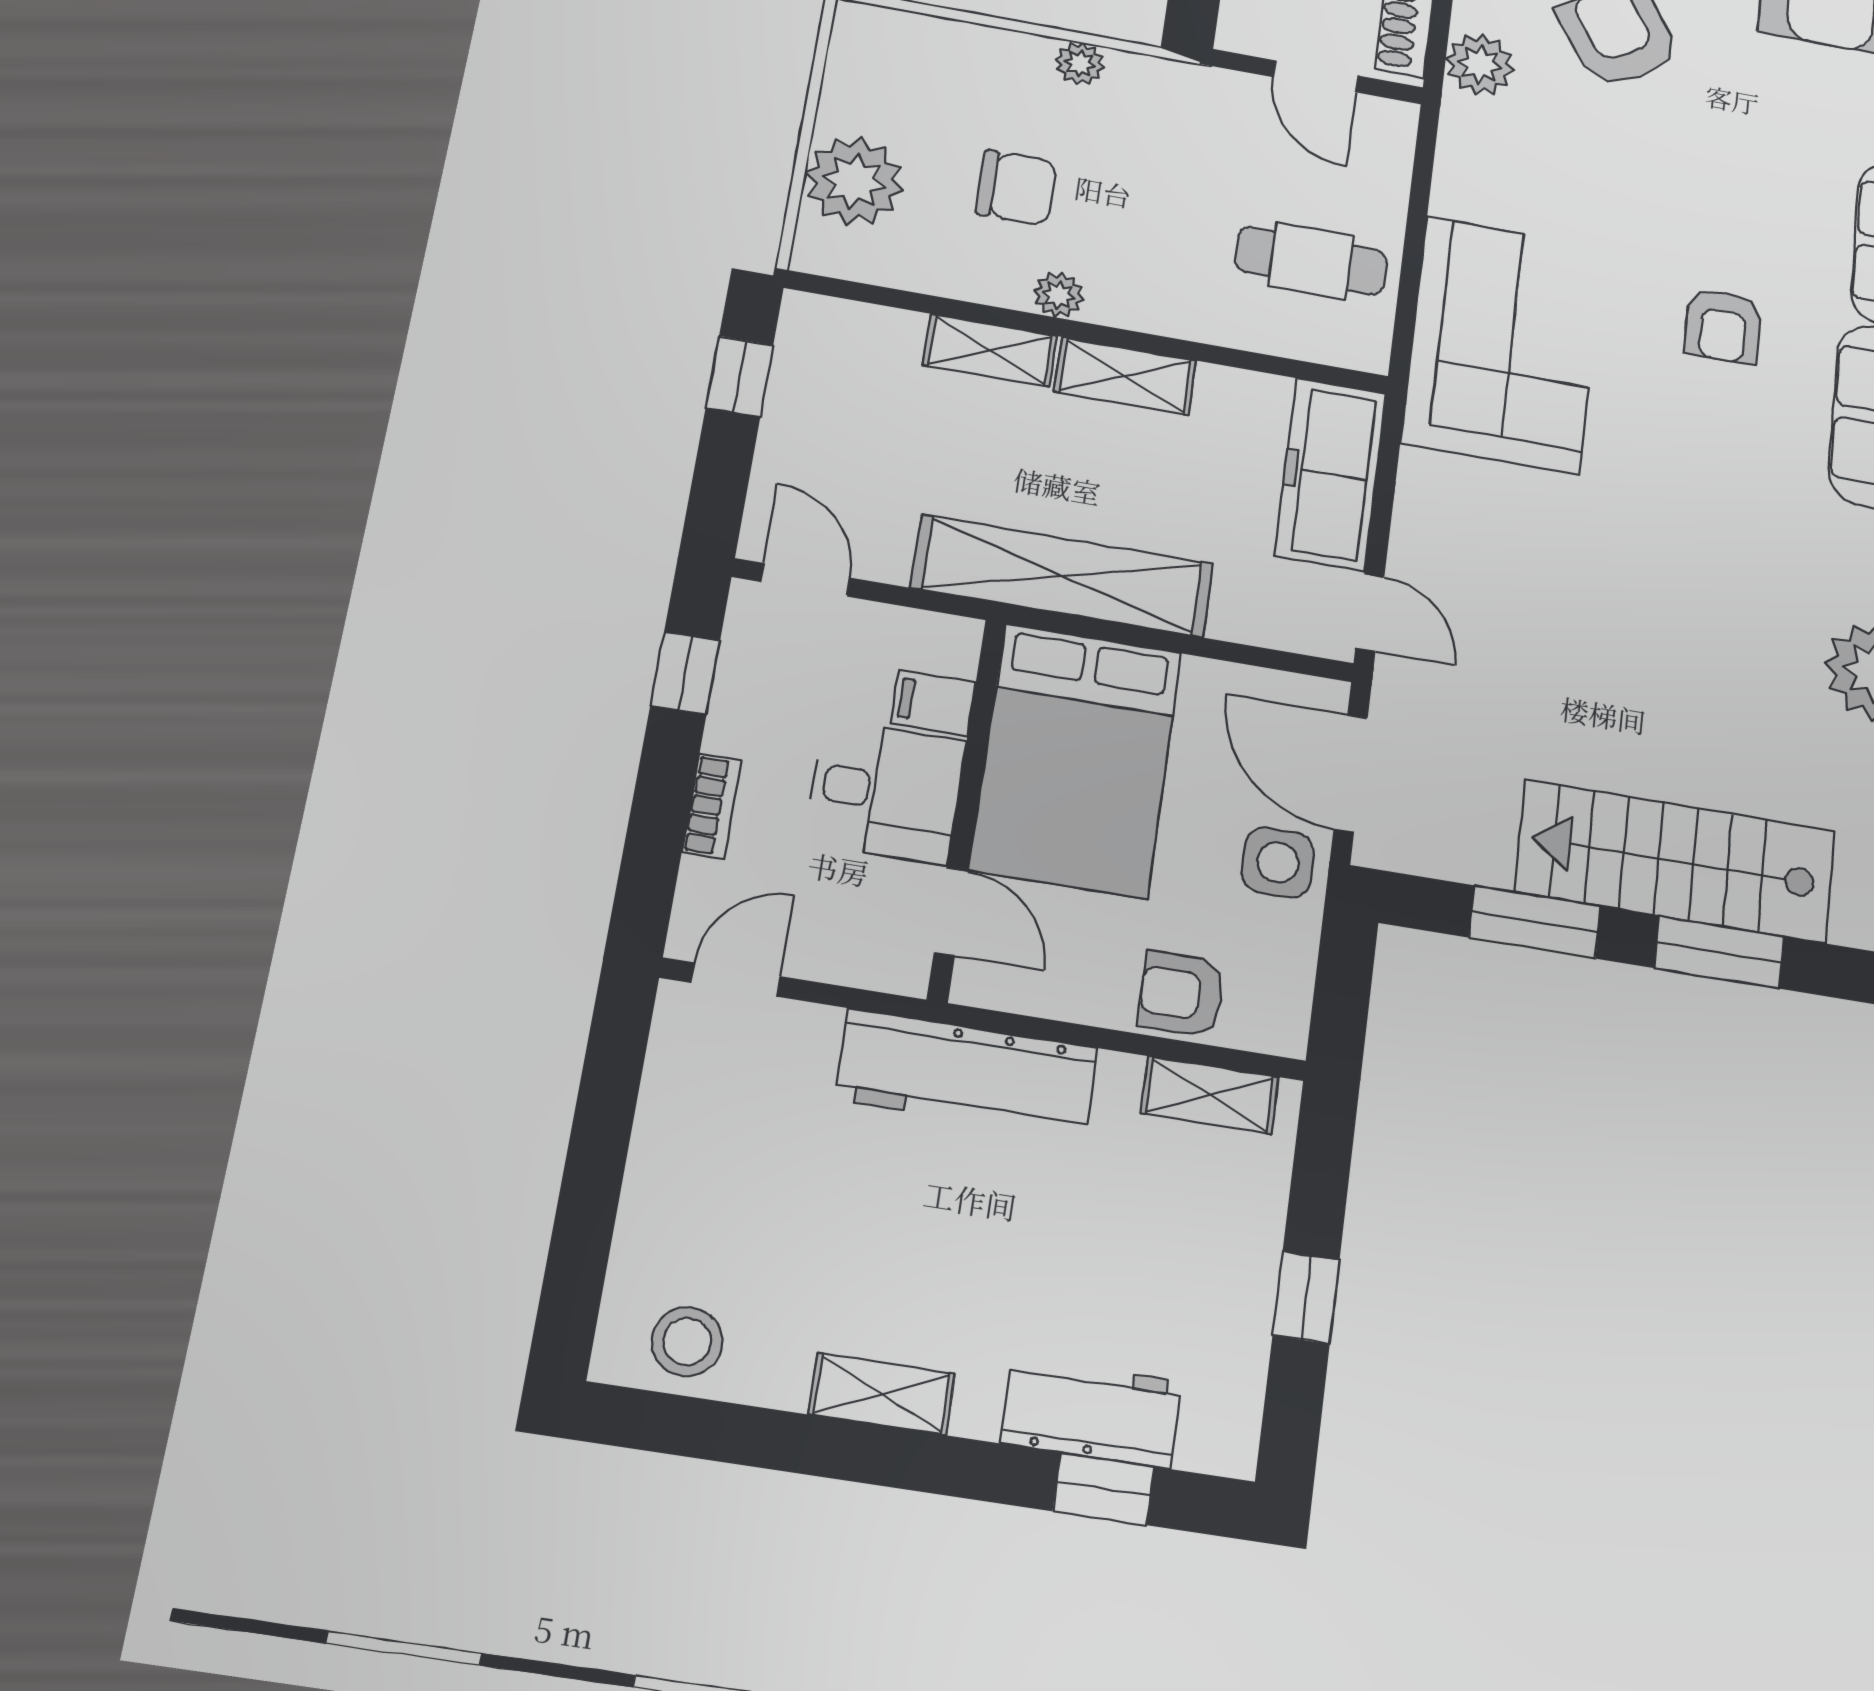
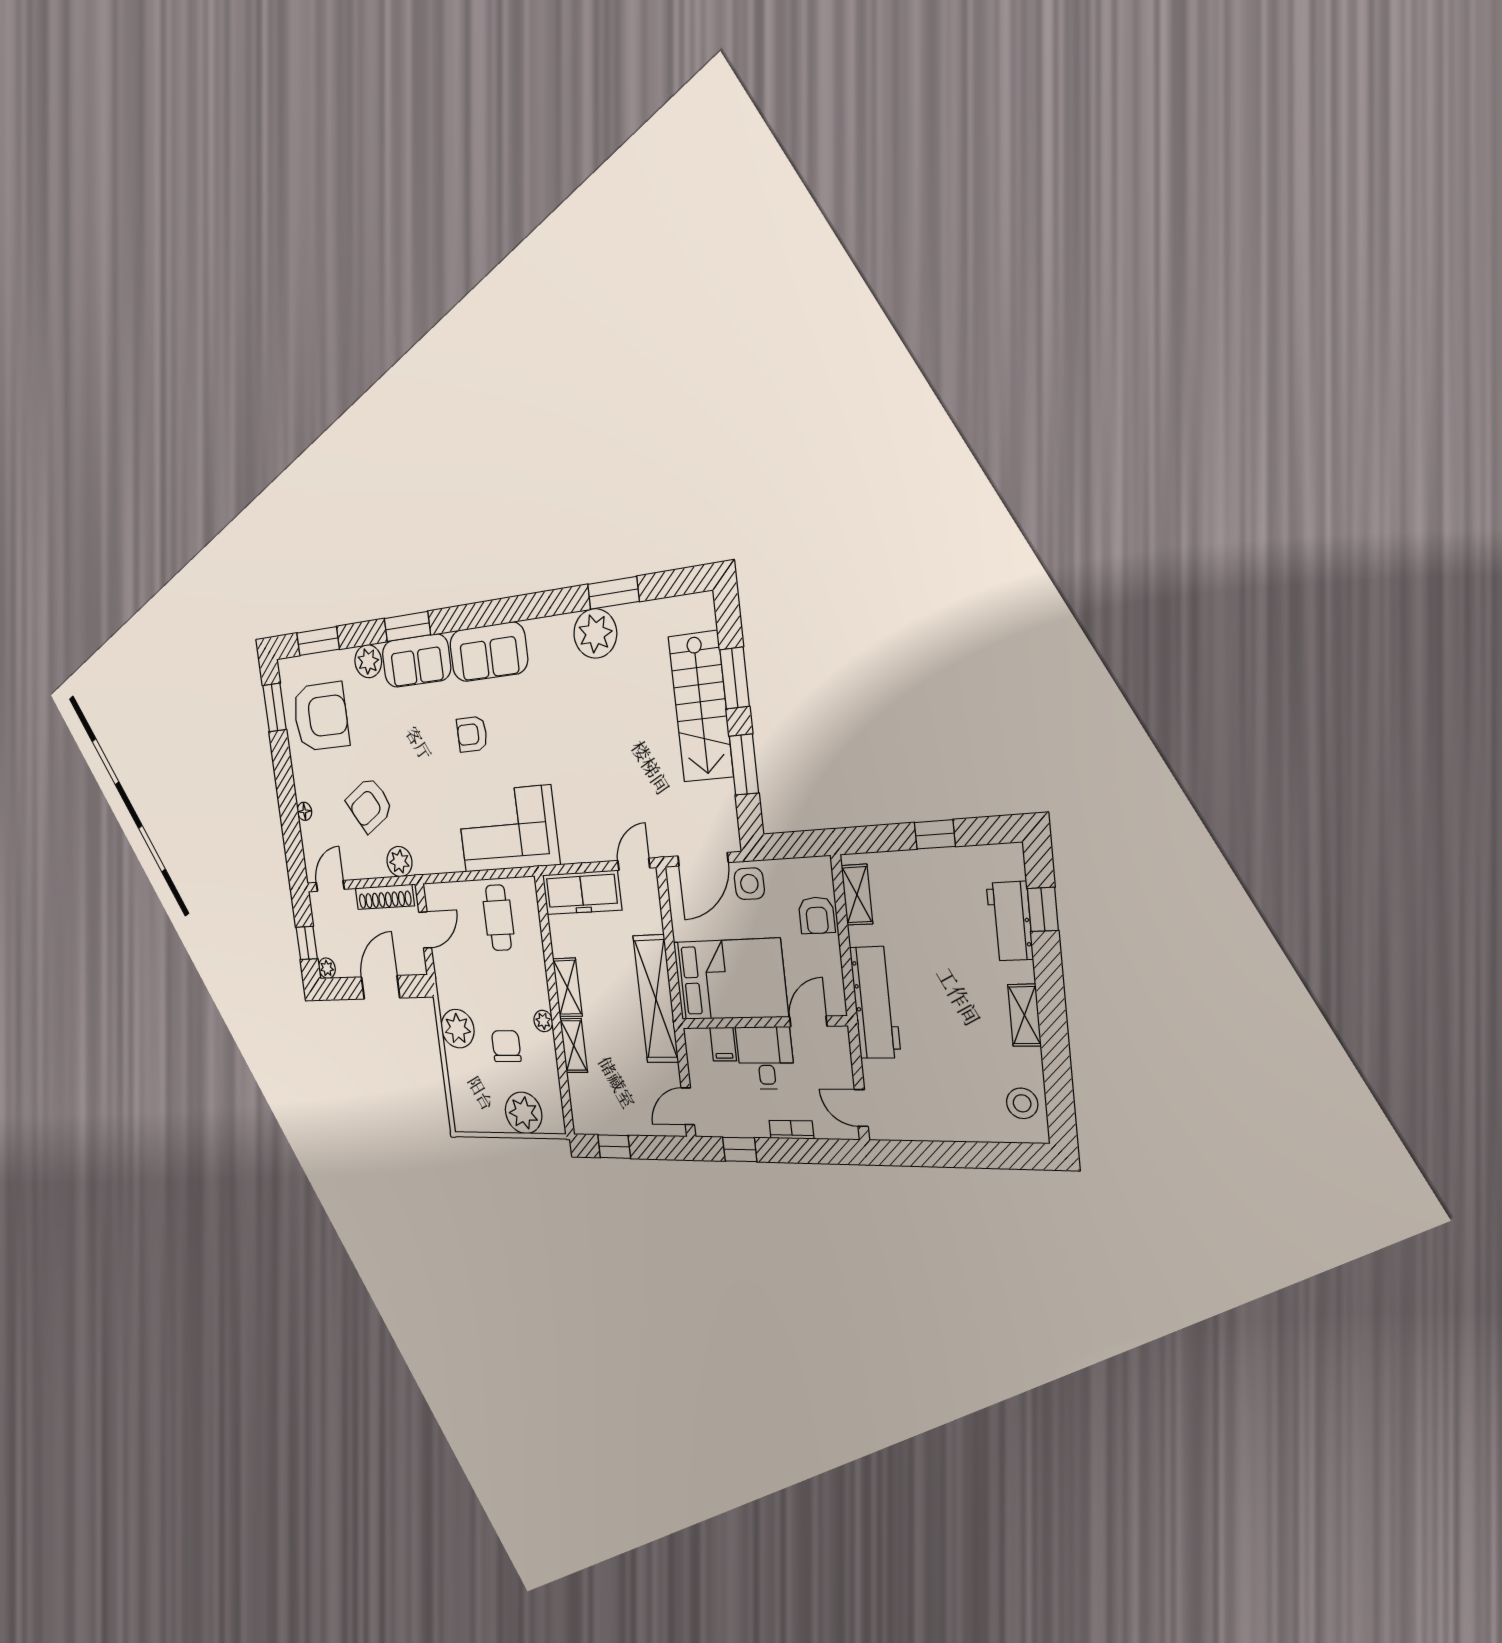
plant: (1080, 64) -> (458, 1029), width x1.87, depth x1.87
armchair: (1723, 326) -> (472, 734), turned 180

